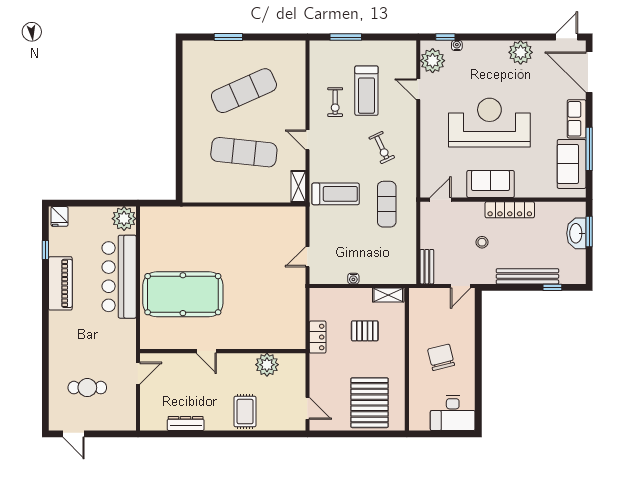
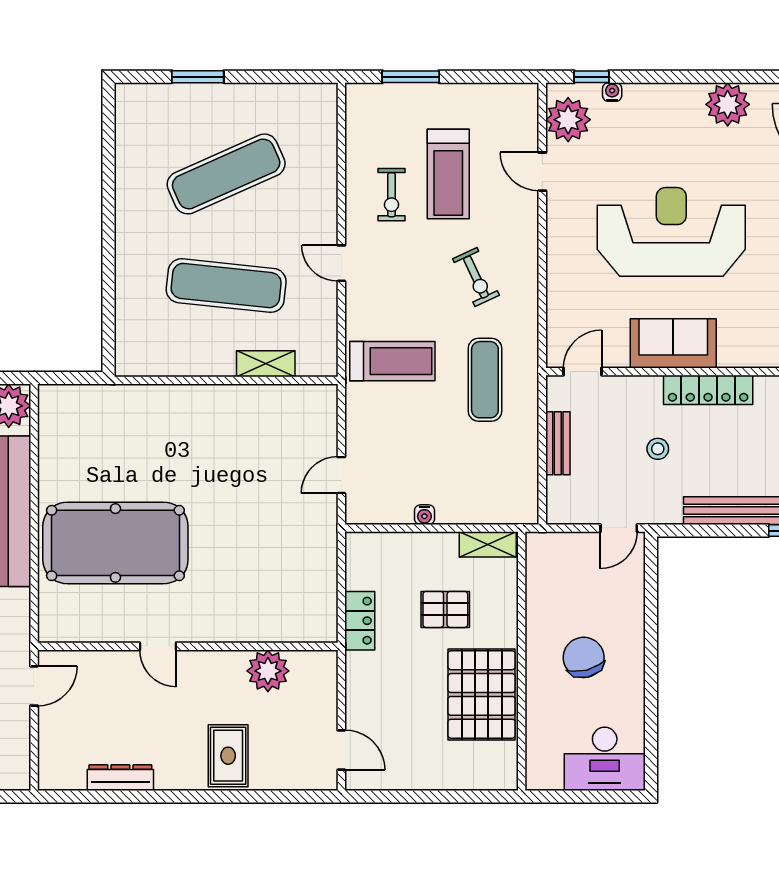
shelving: (298, 186) -> (266, 364), moved, turned 90
bench: (427, 267) -> (558, 443), moved
pallet: (370, 403) -> (482, 694), moved

